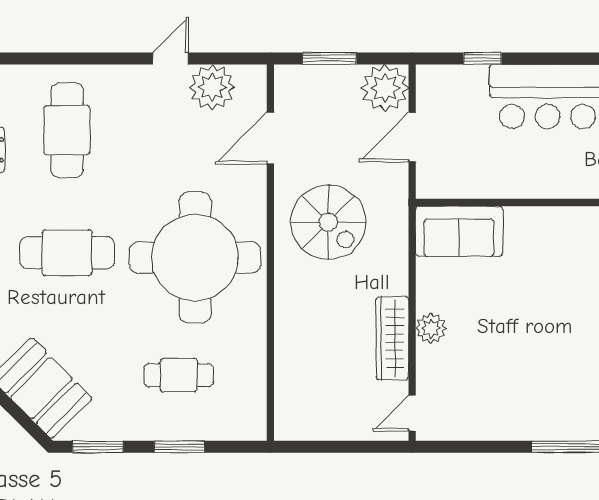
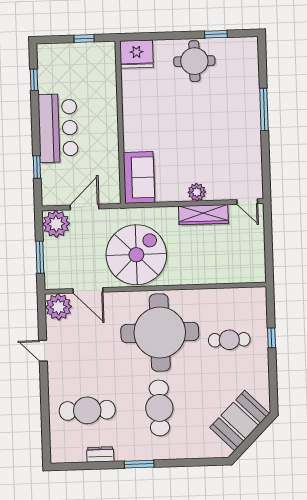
plant: (212, 87) -> (58, 307), moved
door: (412, 137) -> (85, 207), swing flipped
spiral stairs: (328, 222) -> (136, 255), width x1.37, depth x1.37
cafe table: (179, 375) -> (229, 340), turned 90
window: (98, 447) -> (273, 386), removed
window: (180, 447) -> (272, 338), width x0.67

